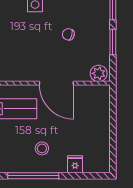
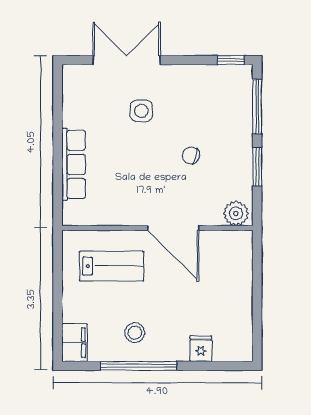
stool: (42, 148) -> (135, 333), moved

